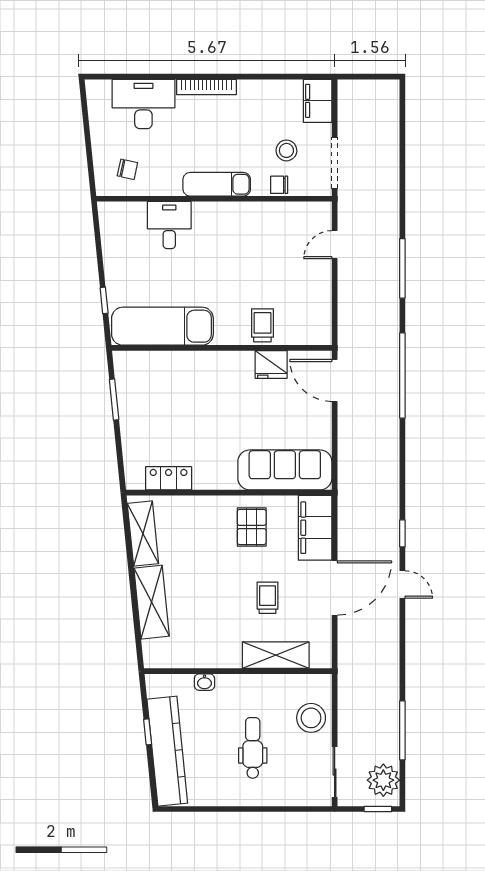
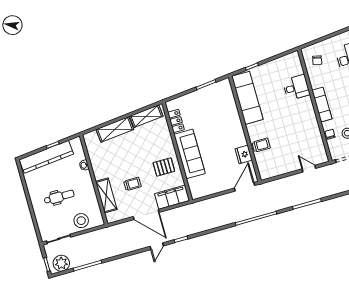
sofa: (285, 470) -> (189, 154), moved

